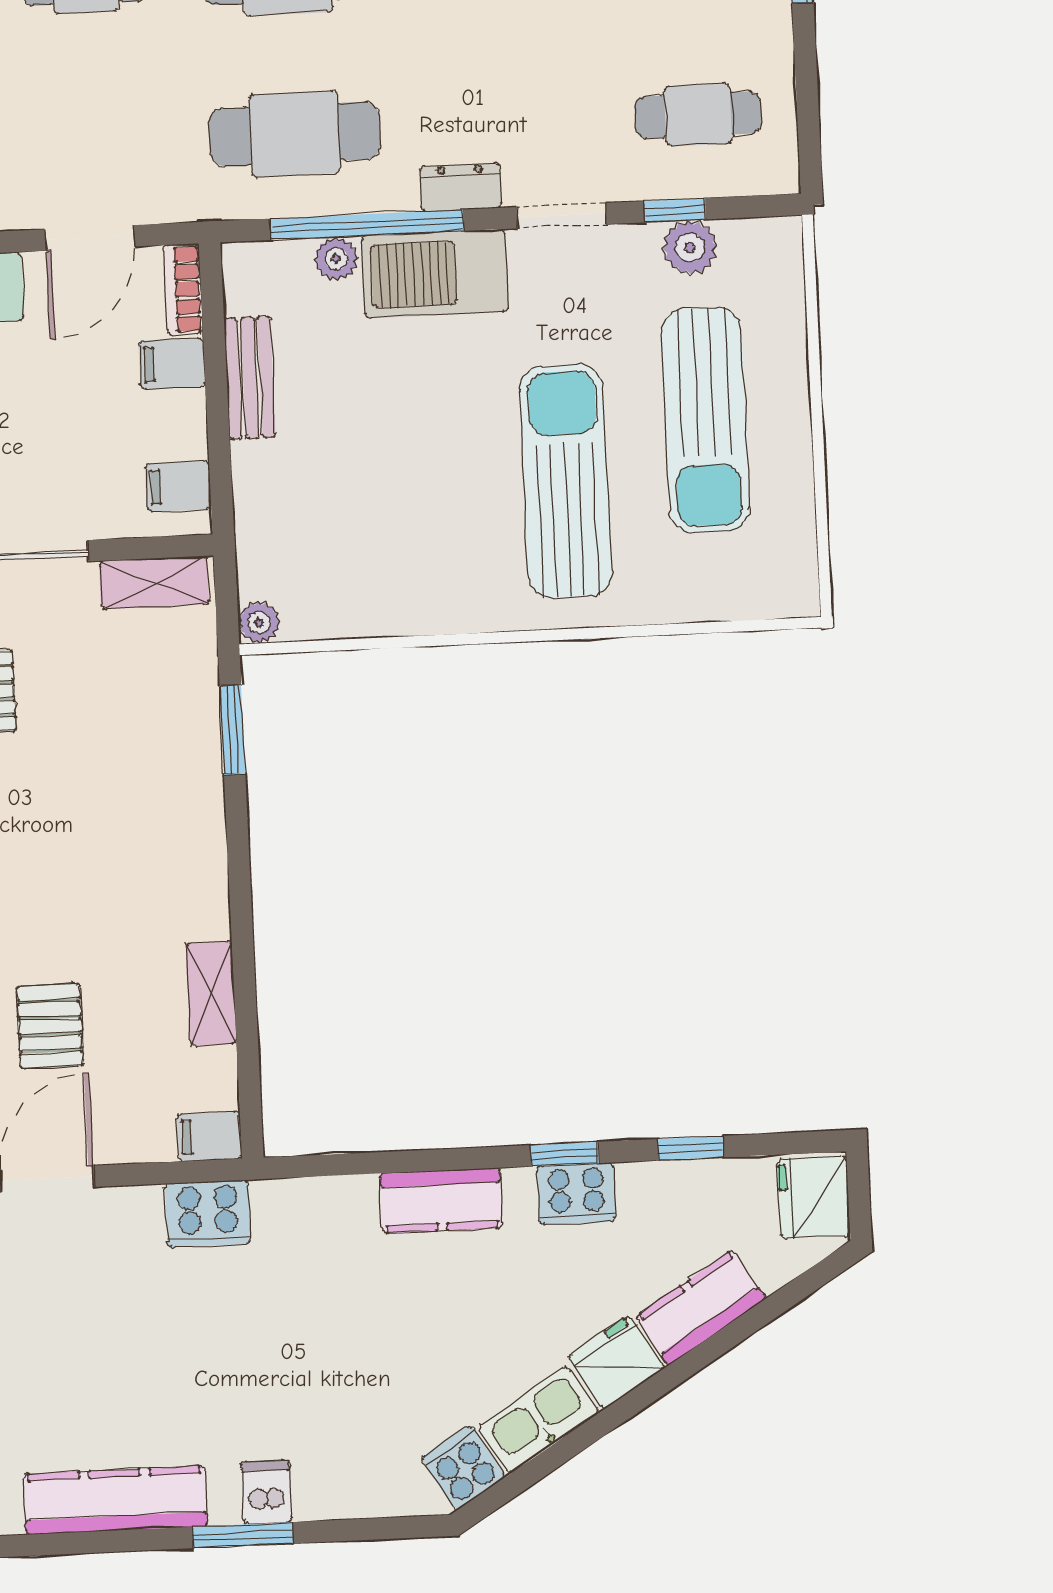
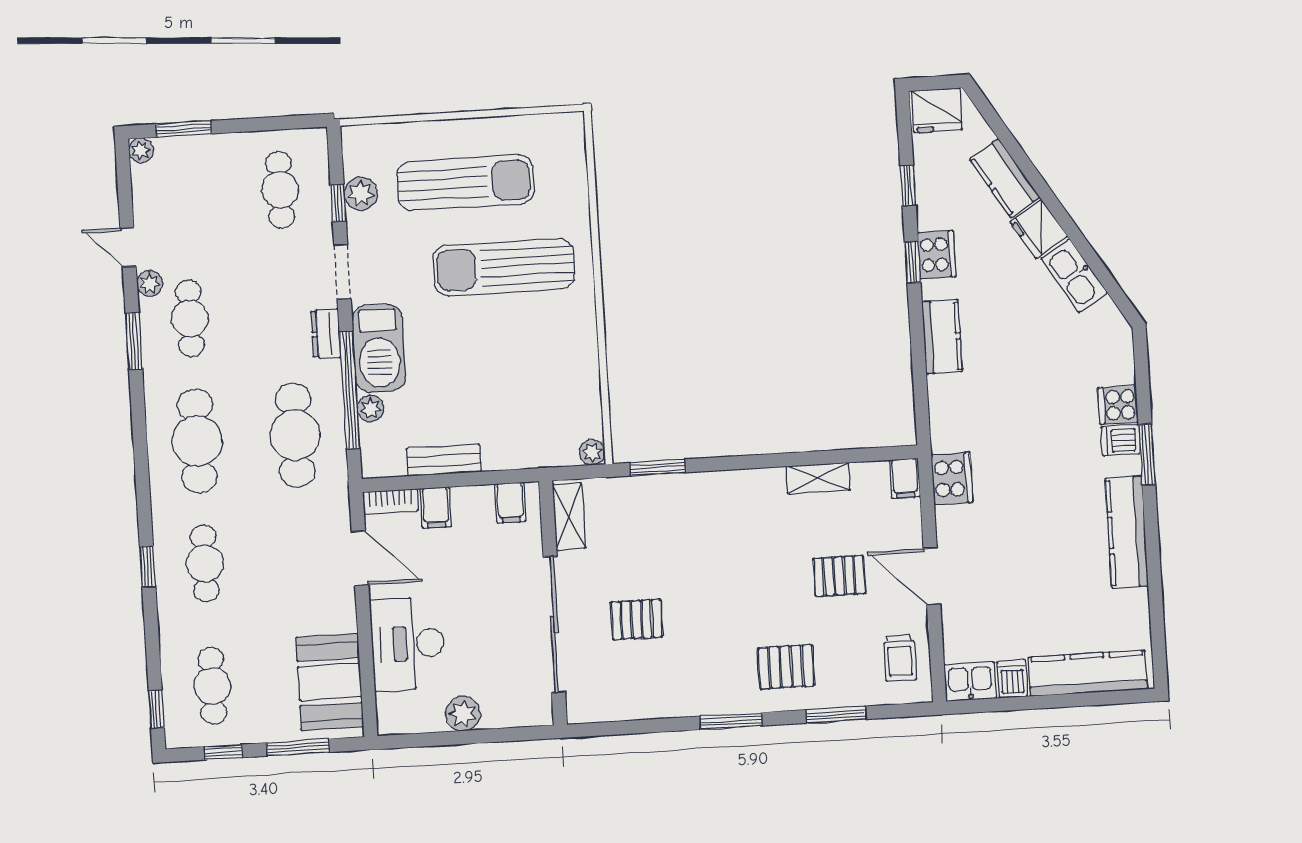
cooker: (463, 1468) -> (1118, 405), moved, turned 32

